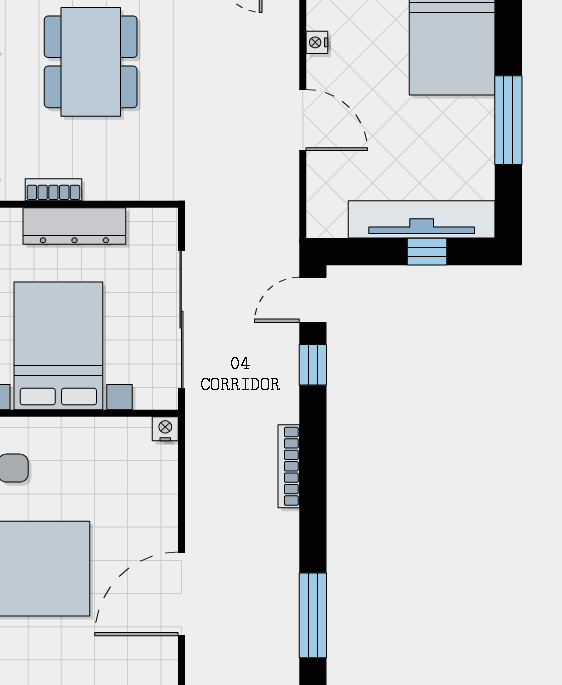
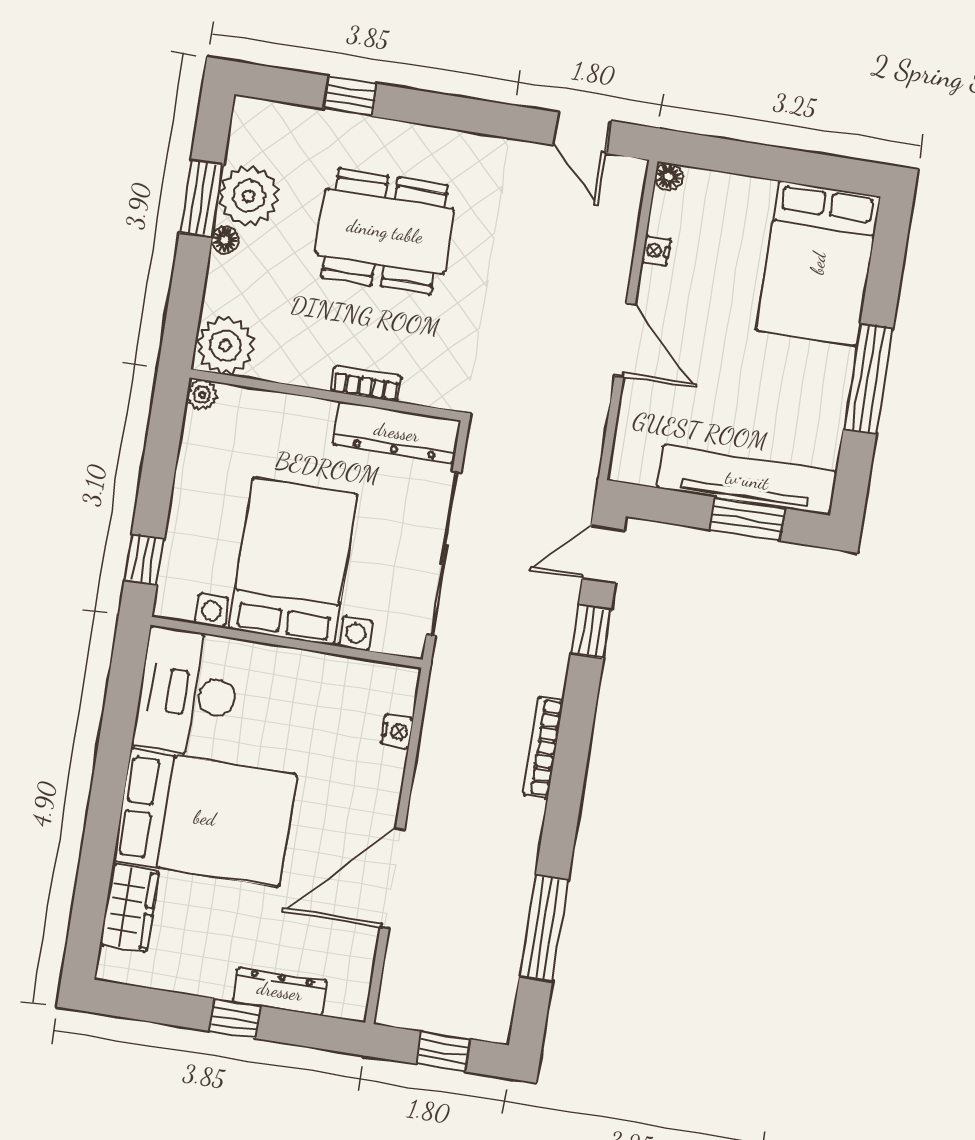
dining table: (91, 62) -> (385, 231), turned 90
bookcase: (53, 190) -> (366, 384), moved
dresser: (74, 226) -> (397, 432), moved
window: (427, 252) -> (747, 519), width x1.50
nightstand: (165, 429) -> (397, 731), moved, turned 90

